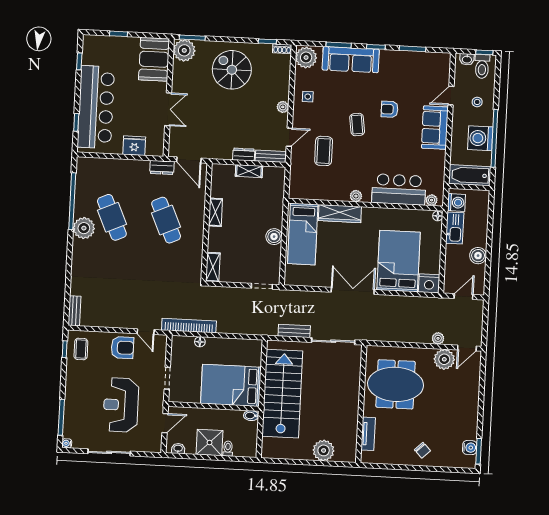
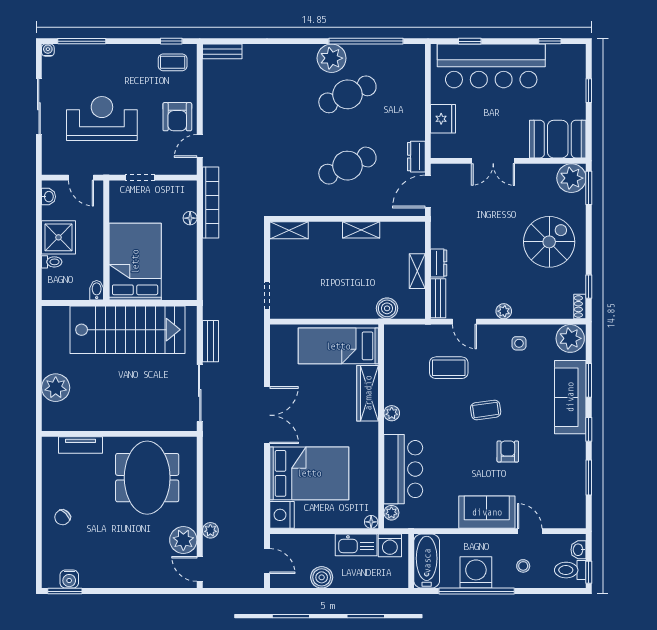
boiler: (274, 237) -> (387, 308), moved

